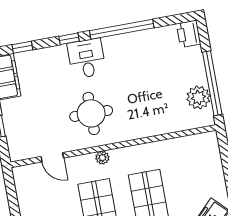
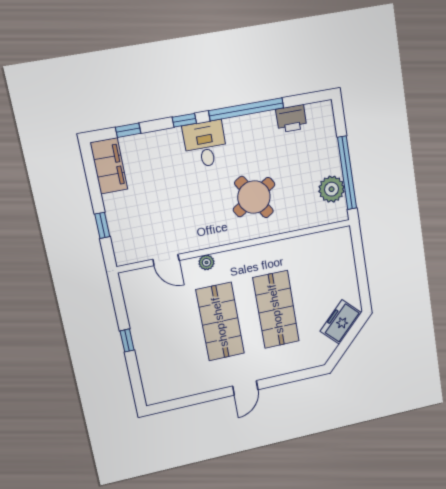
printer: (189, 34) -> (291, 119), moved, turned -90
round table: (91, 113) -> (254, 197), moved, turned -32
plant: (102, 158) -> (207, 262), moved

